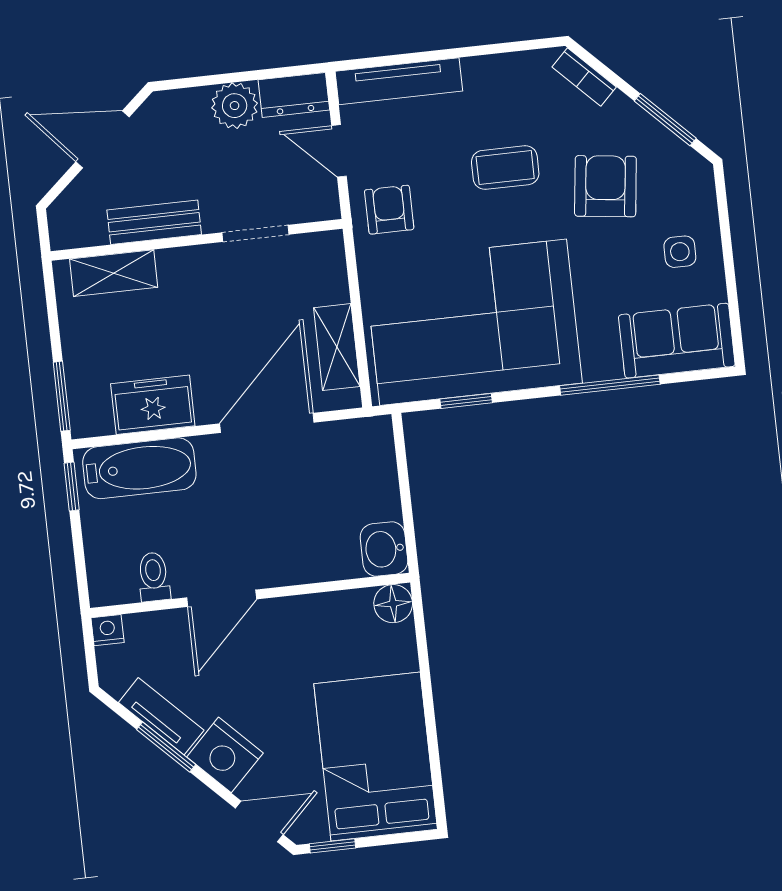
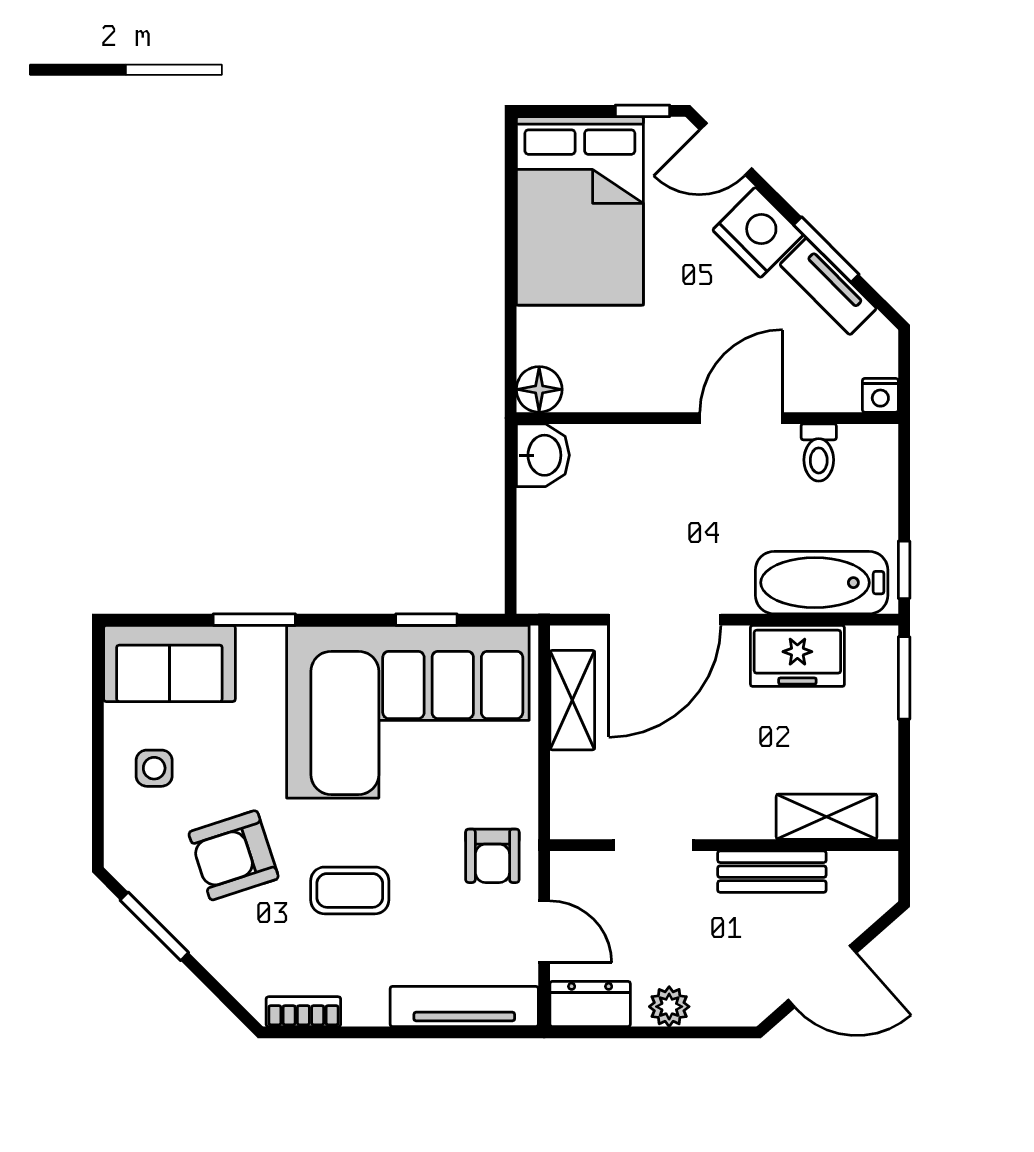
bookcase: (584, 77) -> (303, 1012), moved, turned -45
plant: (235, 106) -> (669, 1007), width x0.73, depth x0.73
armchair: (605, 186) -> (234, 855), turned 65
window: (610, 385) -> (254, 620), width x0.69

